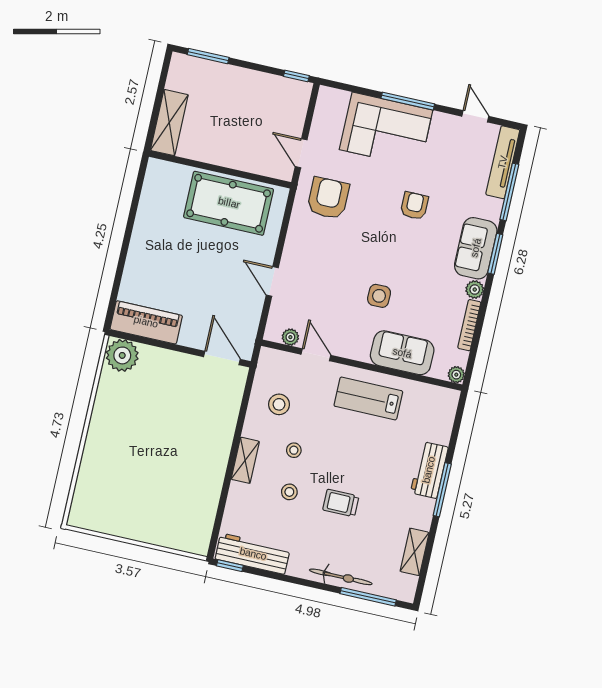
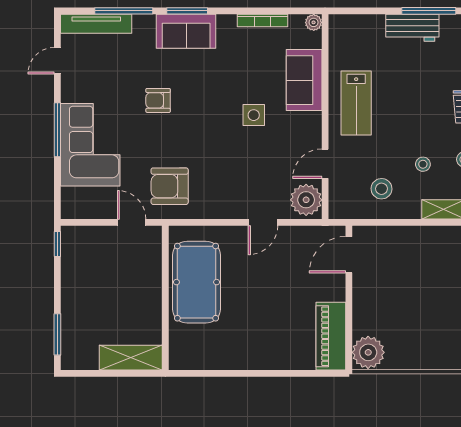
door: (301, 153) -> (132, 222), swing flipped
plant: (475, 290) -> (226, 23), removed
plant: (290, 337) -> (306, 200), width x1.87, depth x1.87

